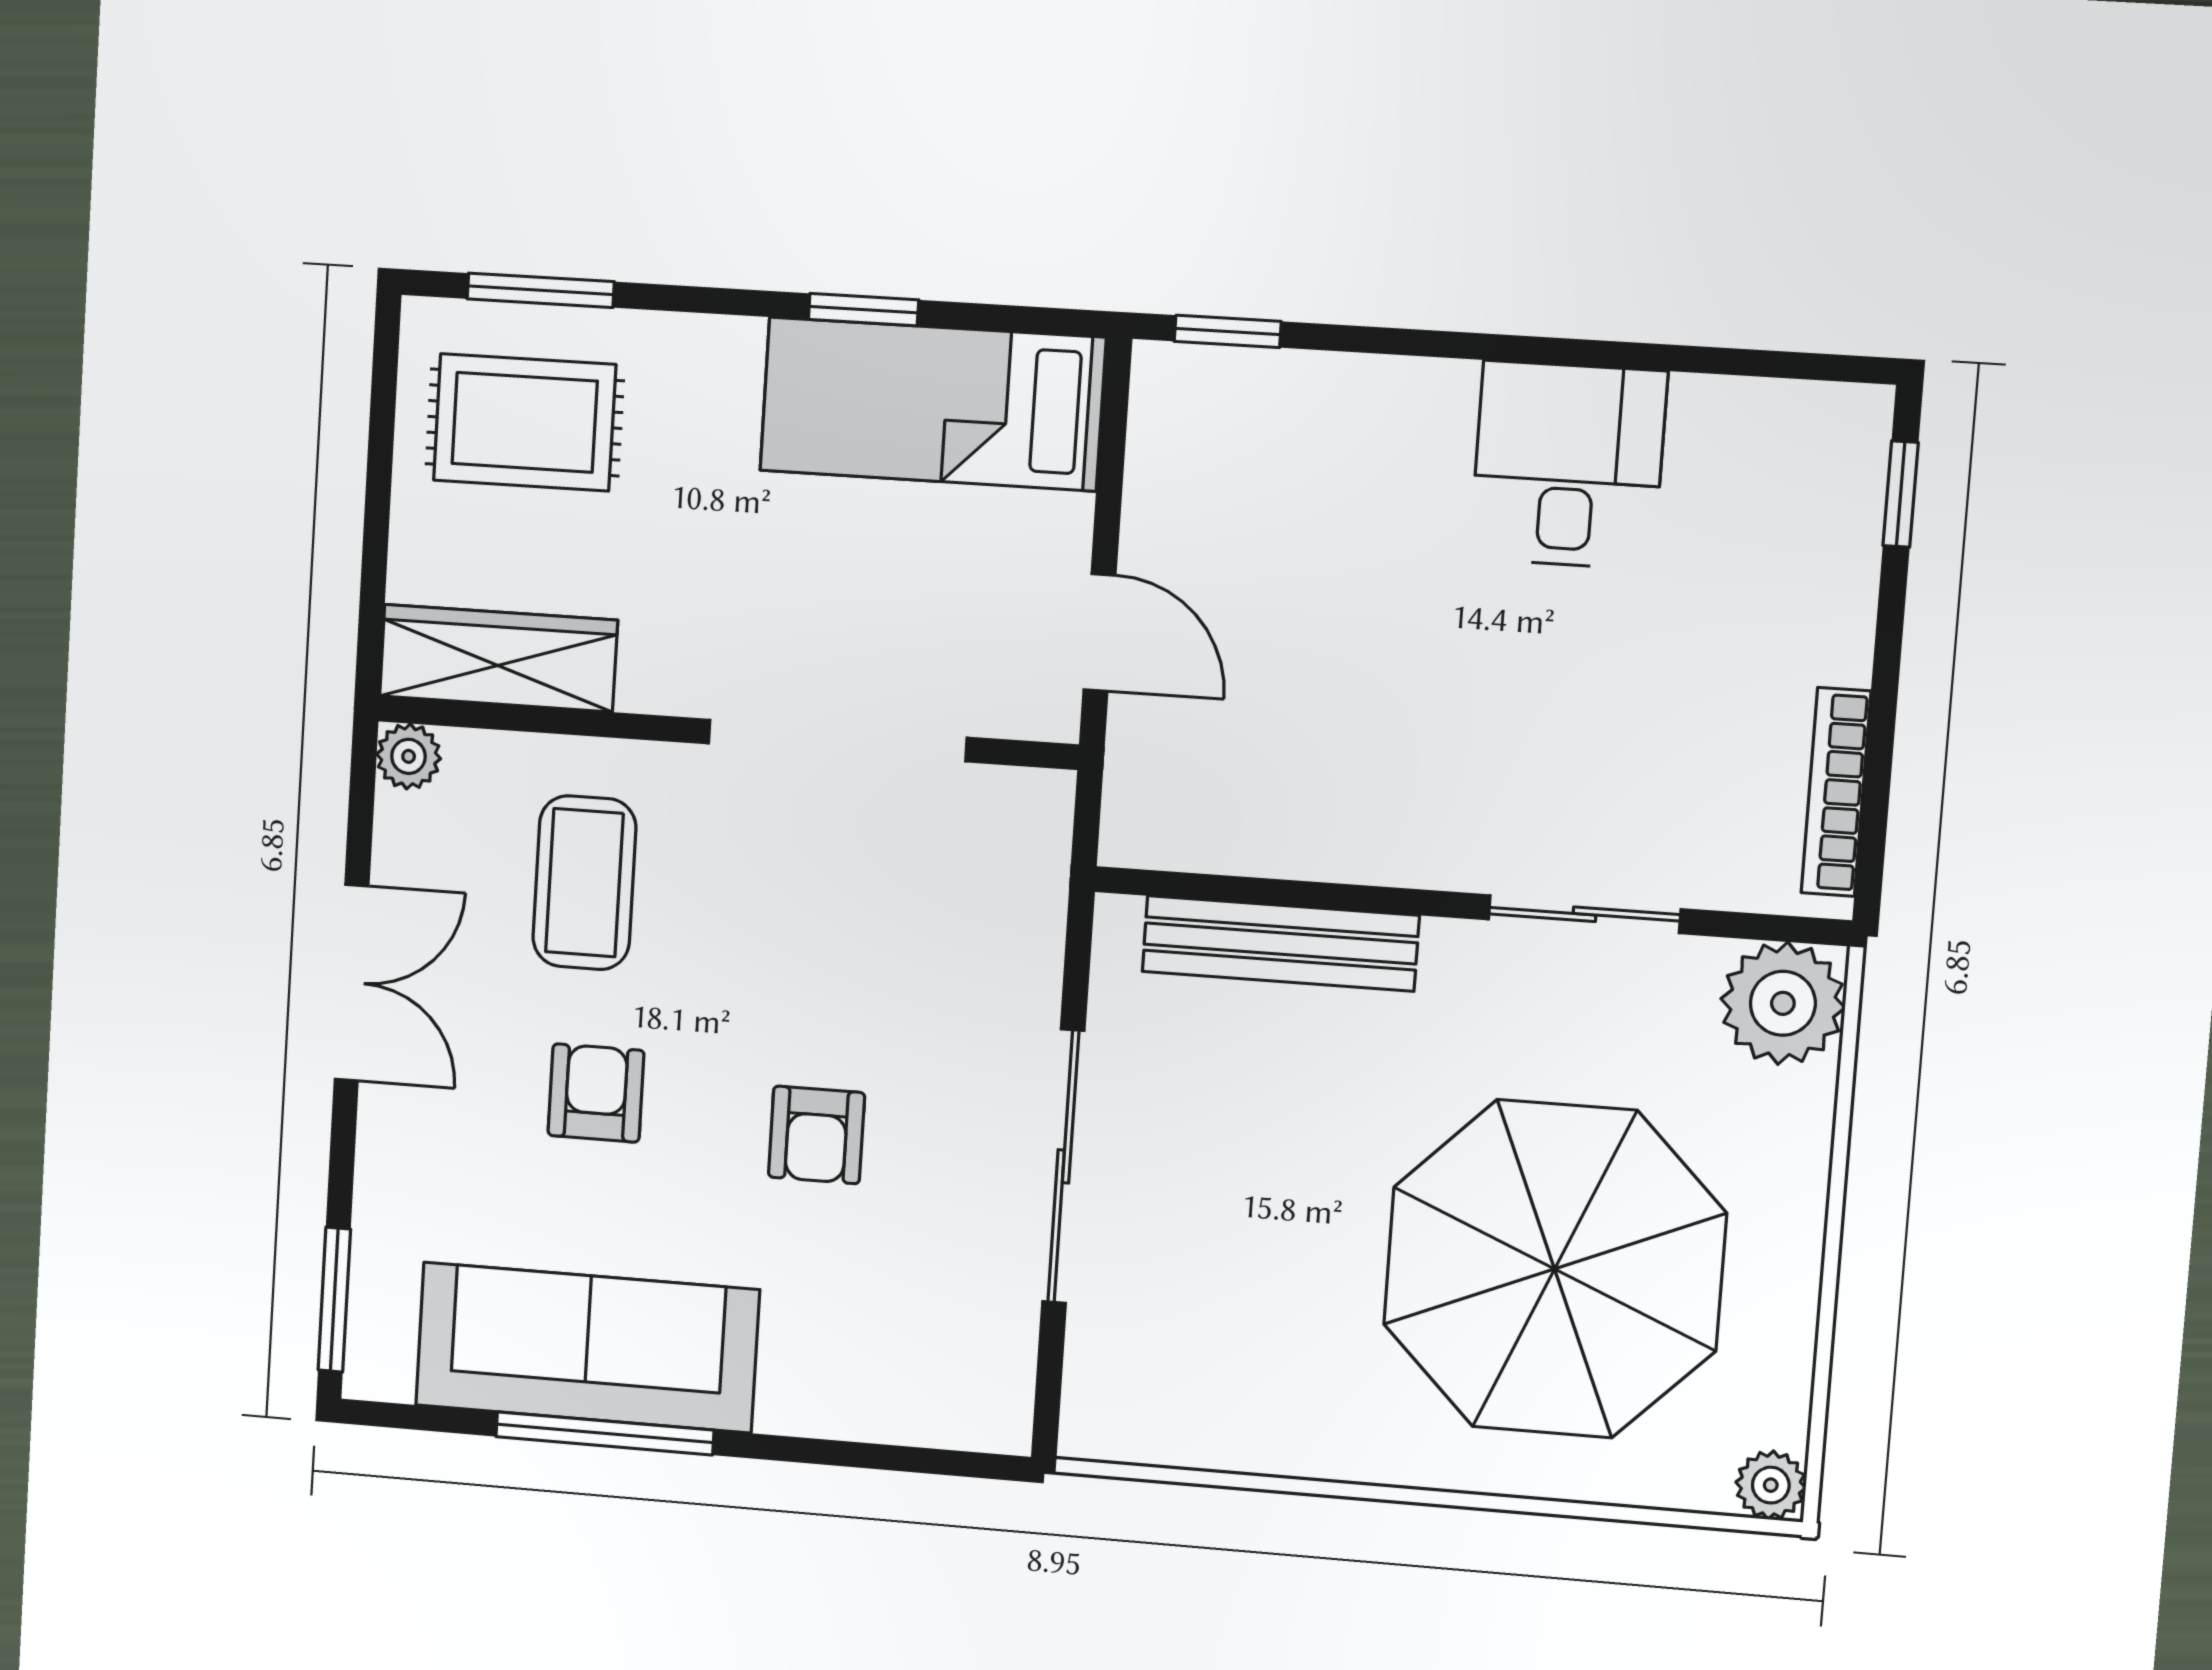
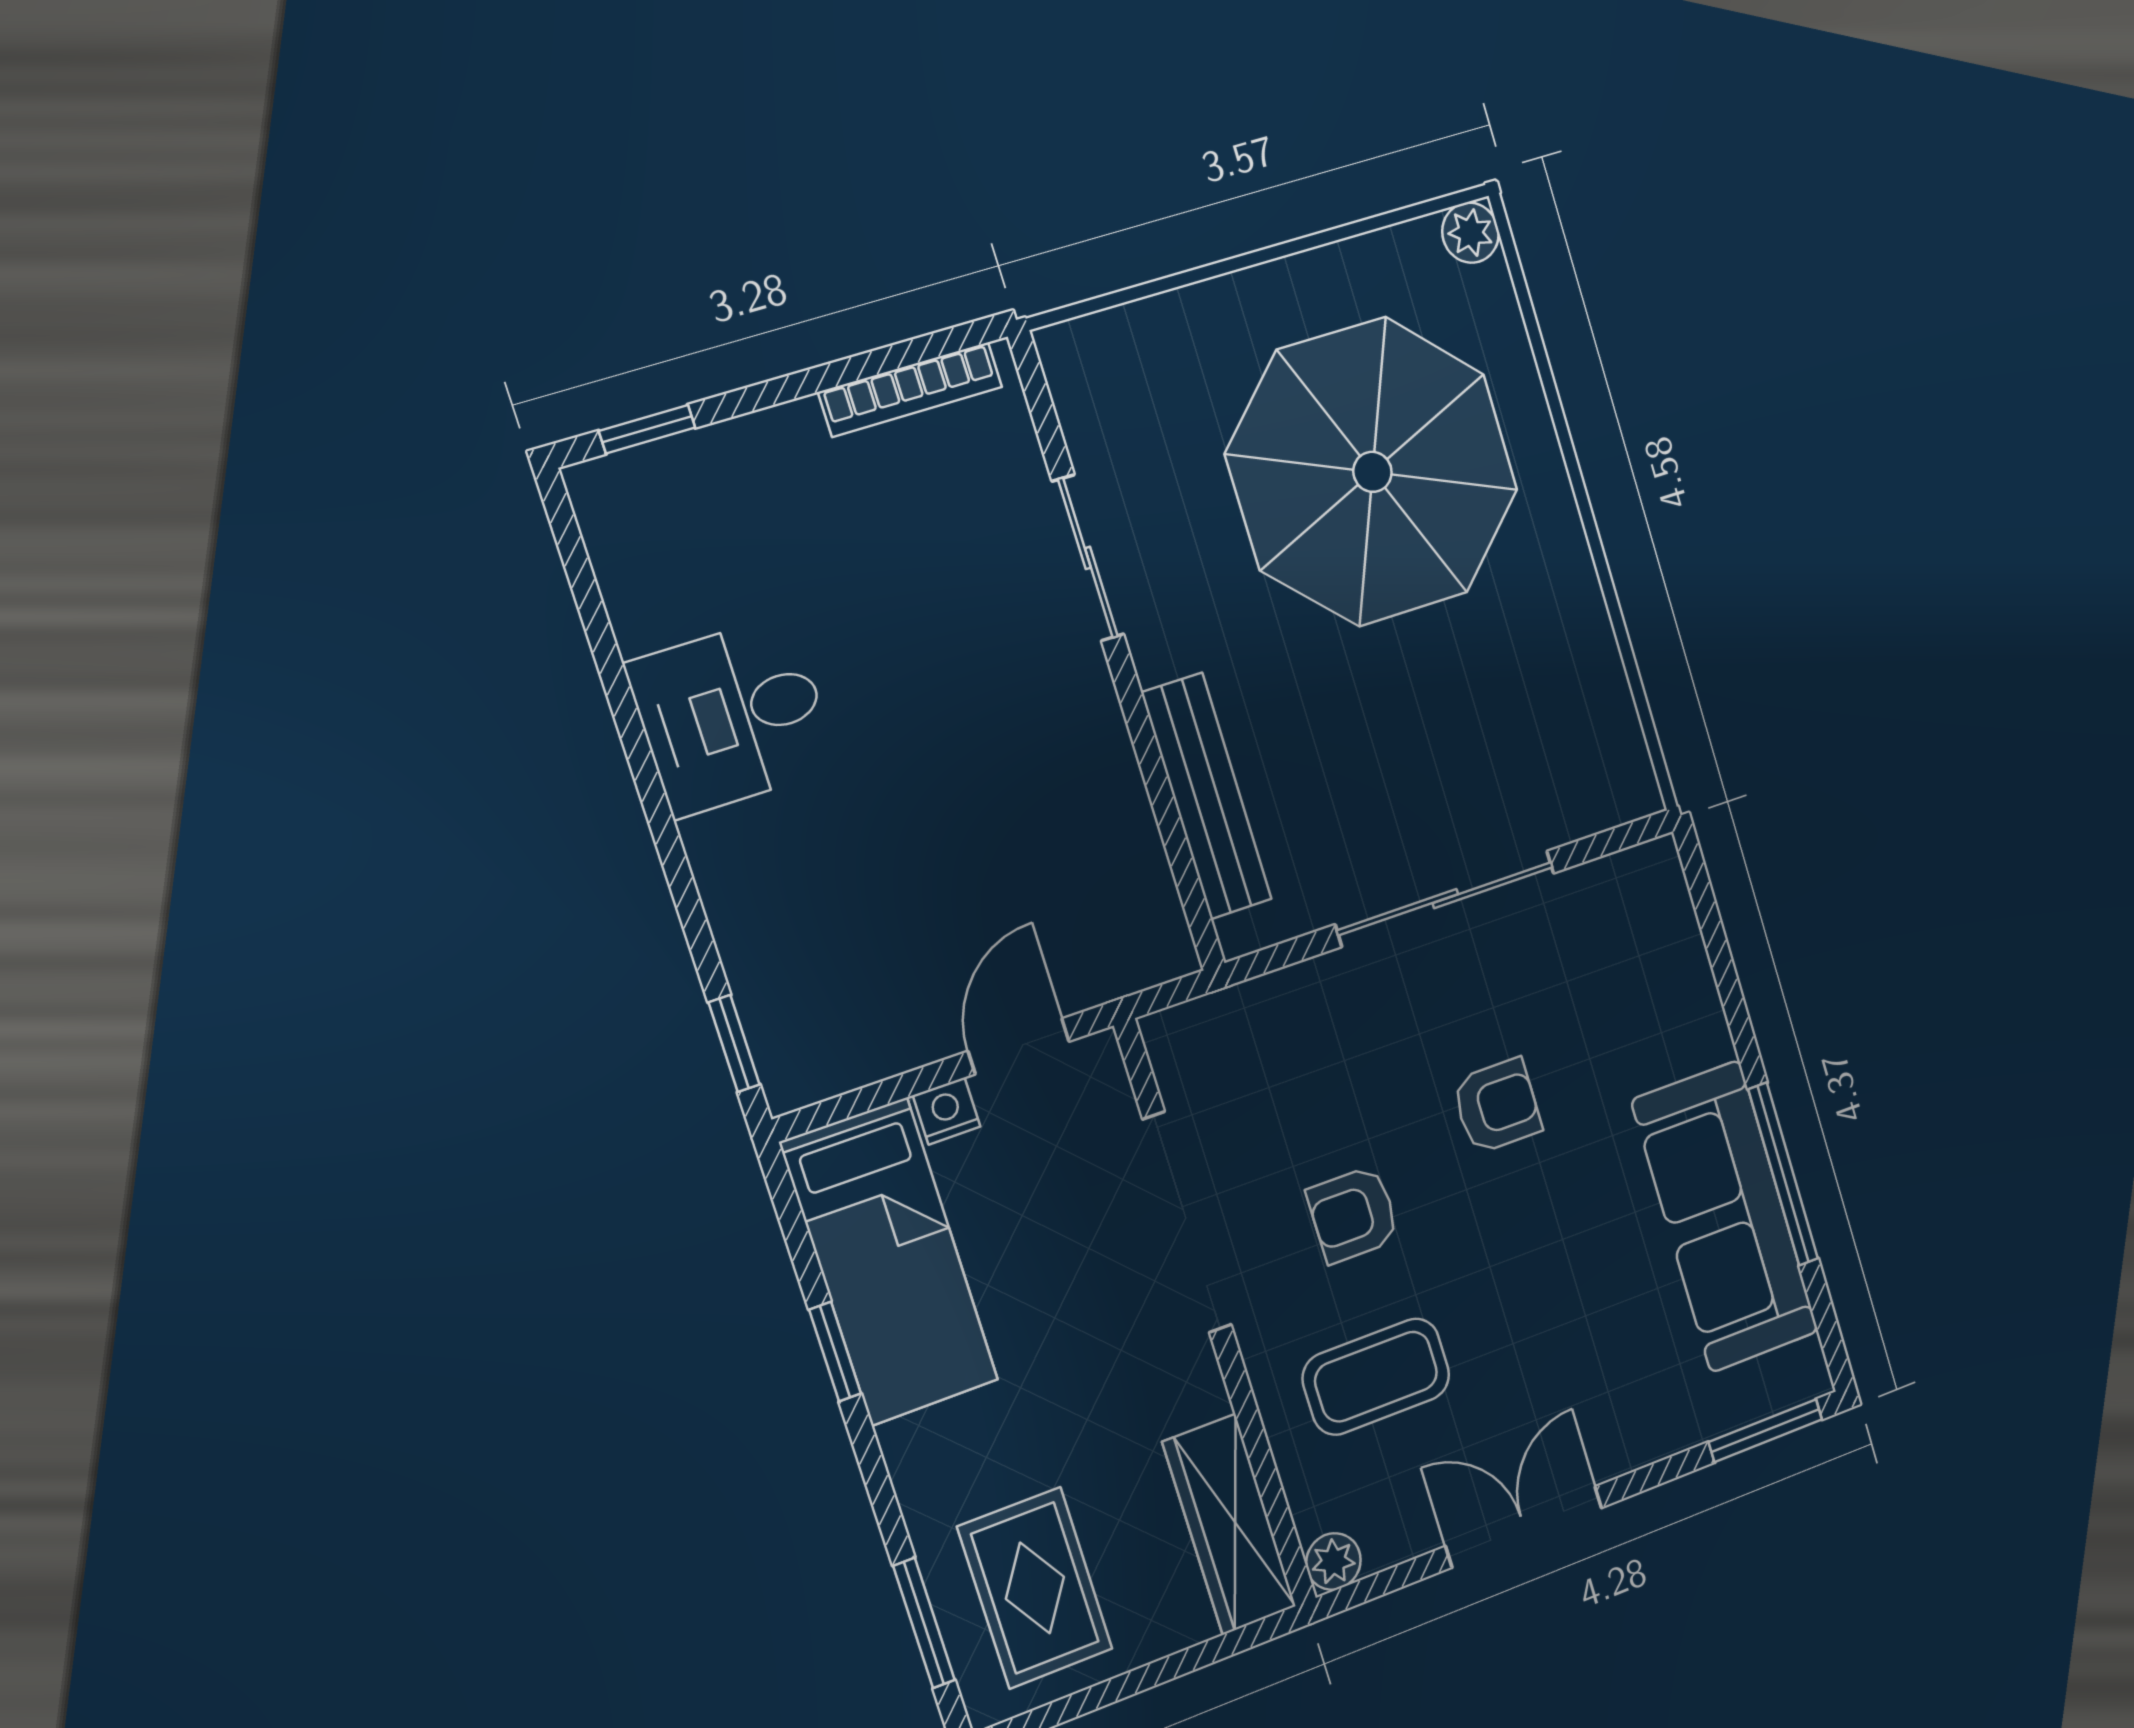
nightstand: (1064, 528) -> (947, 1111), added
plant: (1783, 1003) -> (1095, 368), removed
armchair: (596, 1093) -> (1353, 1214), moved

